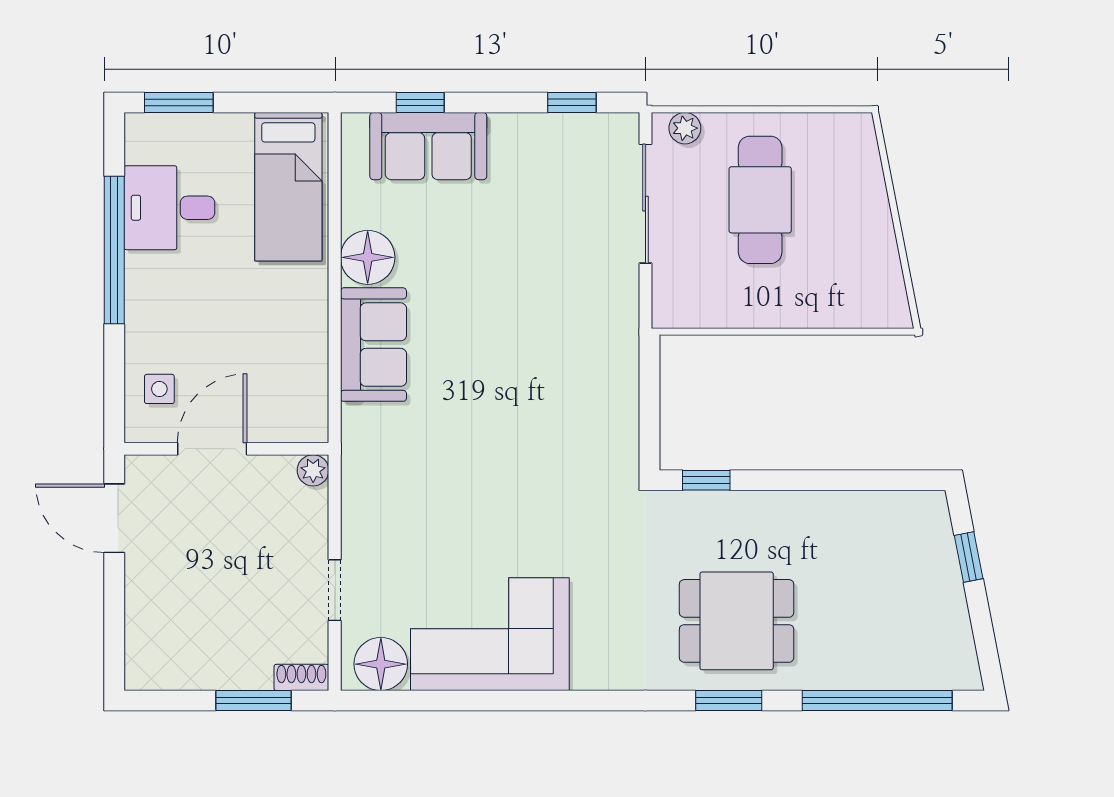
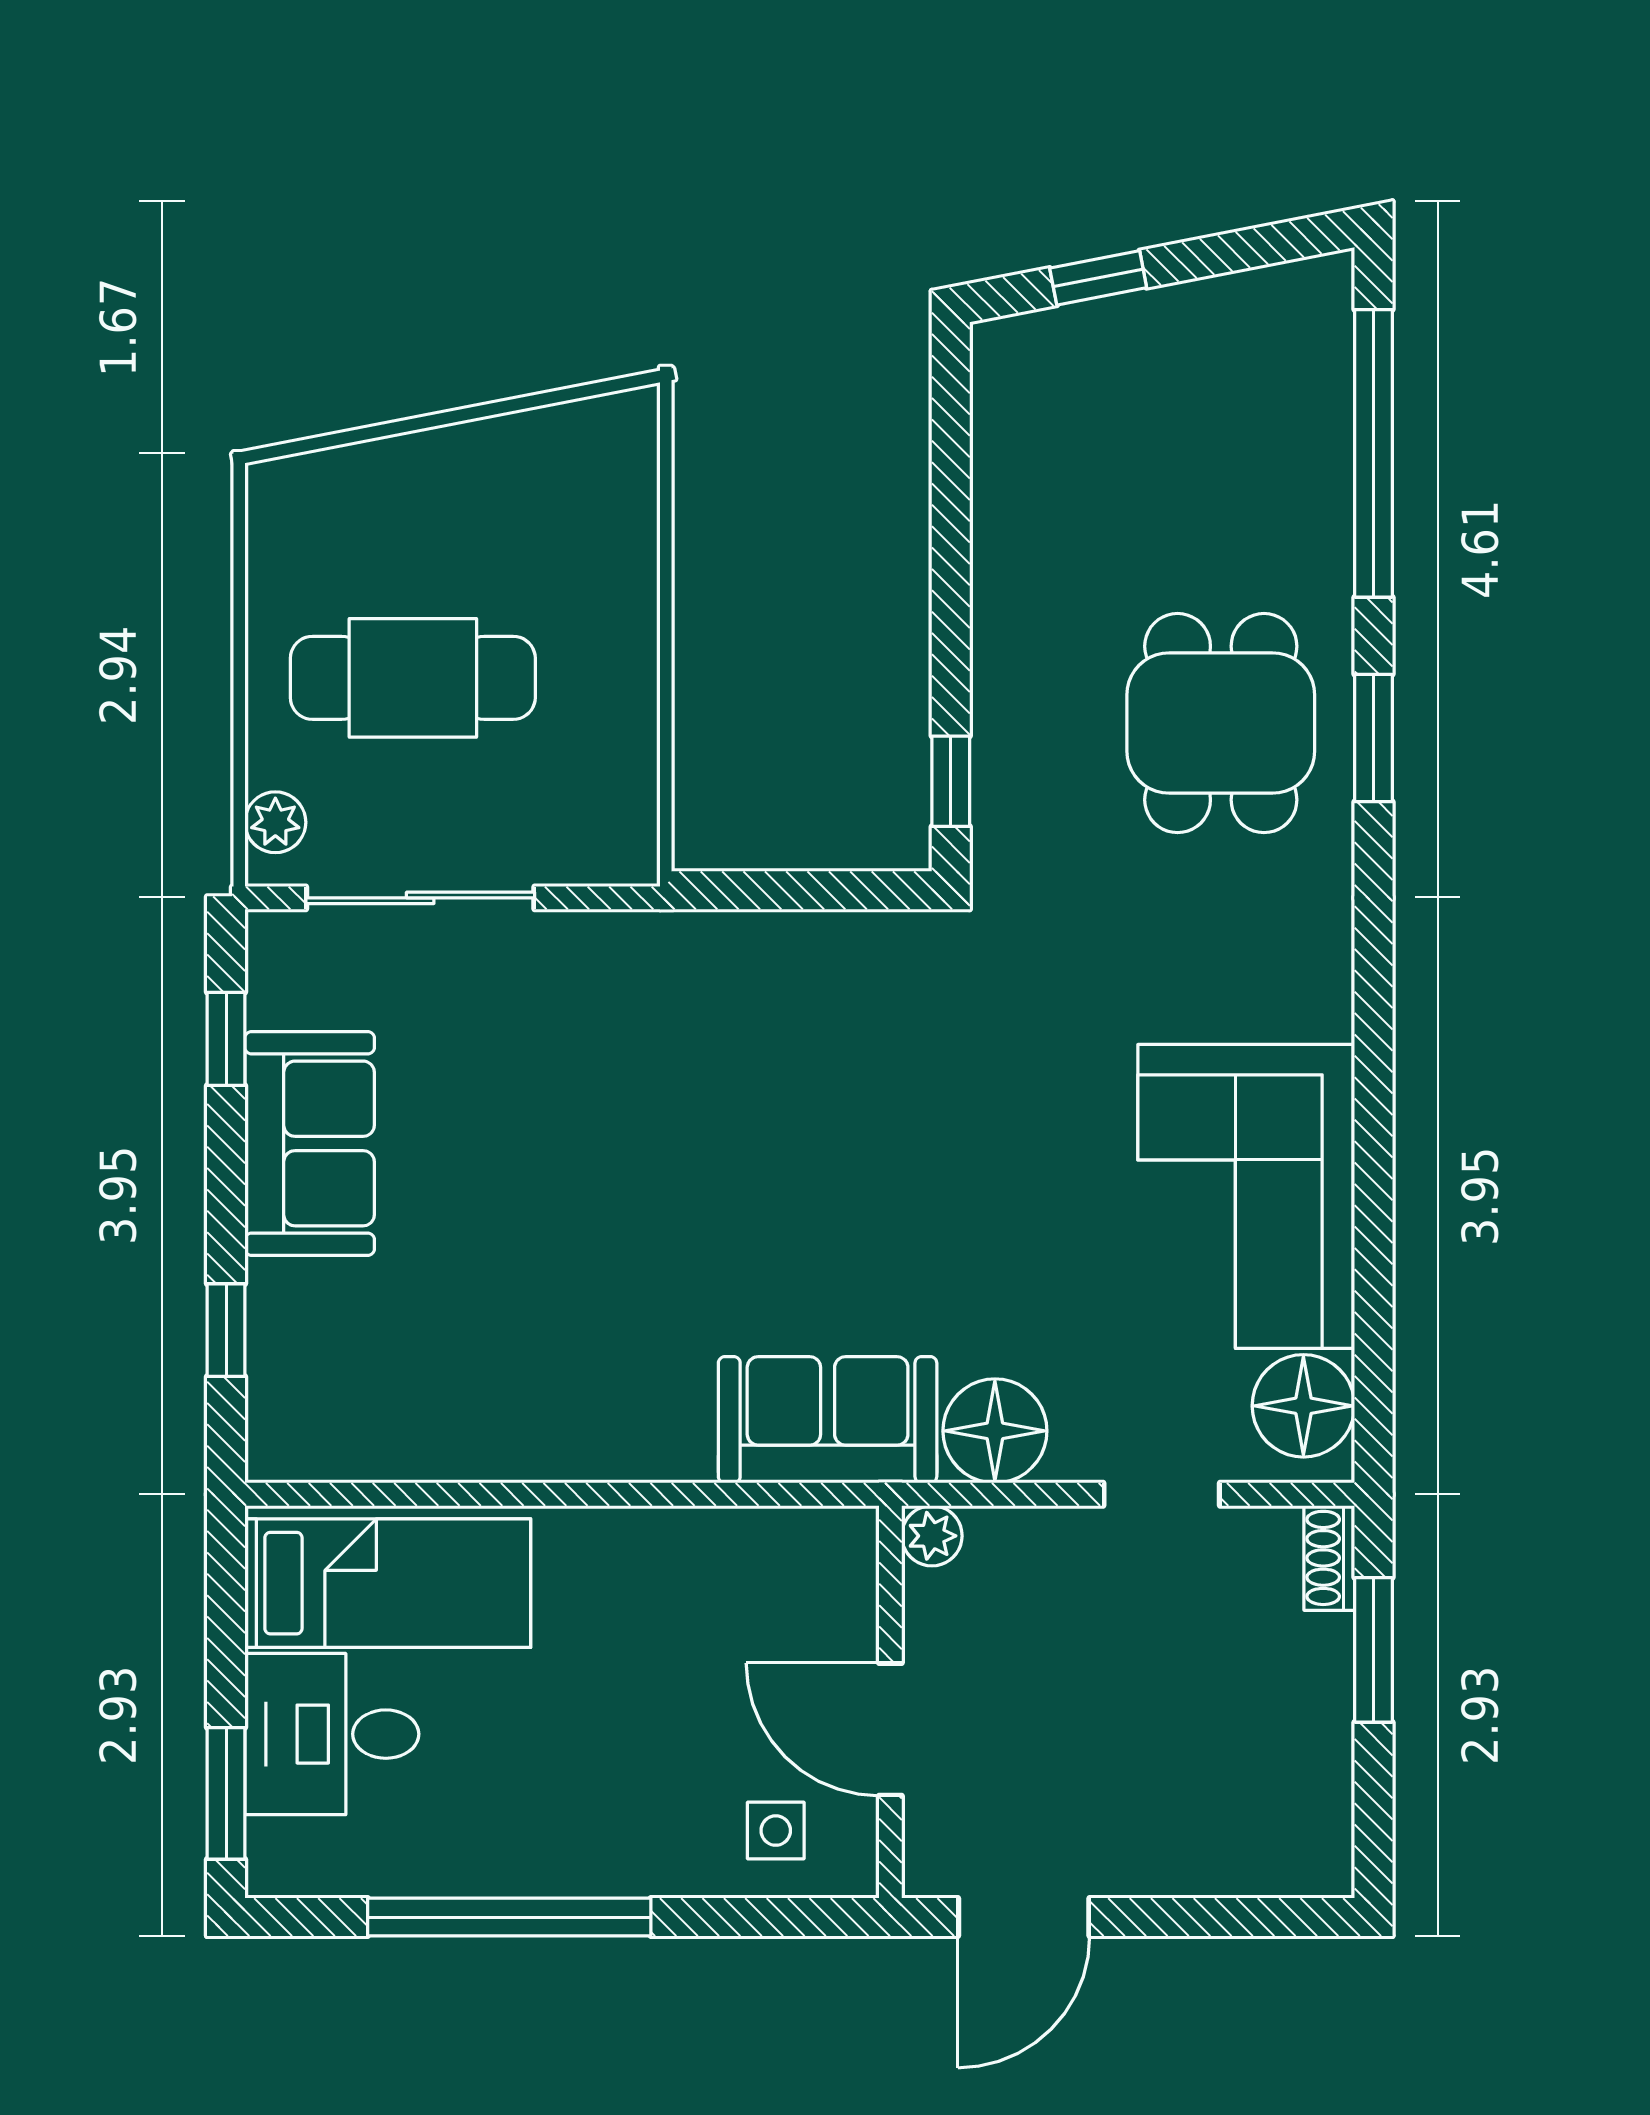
sofa: (428, 146) -> (310, 1143), moved
desk: (169, 208) -> (332, 1734), moved, turned 90
floor lamp: (368, 257) -> (995, 1431), moved
sofa: (373, 345) -> (828, 1420), moved

